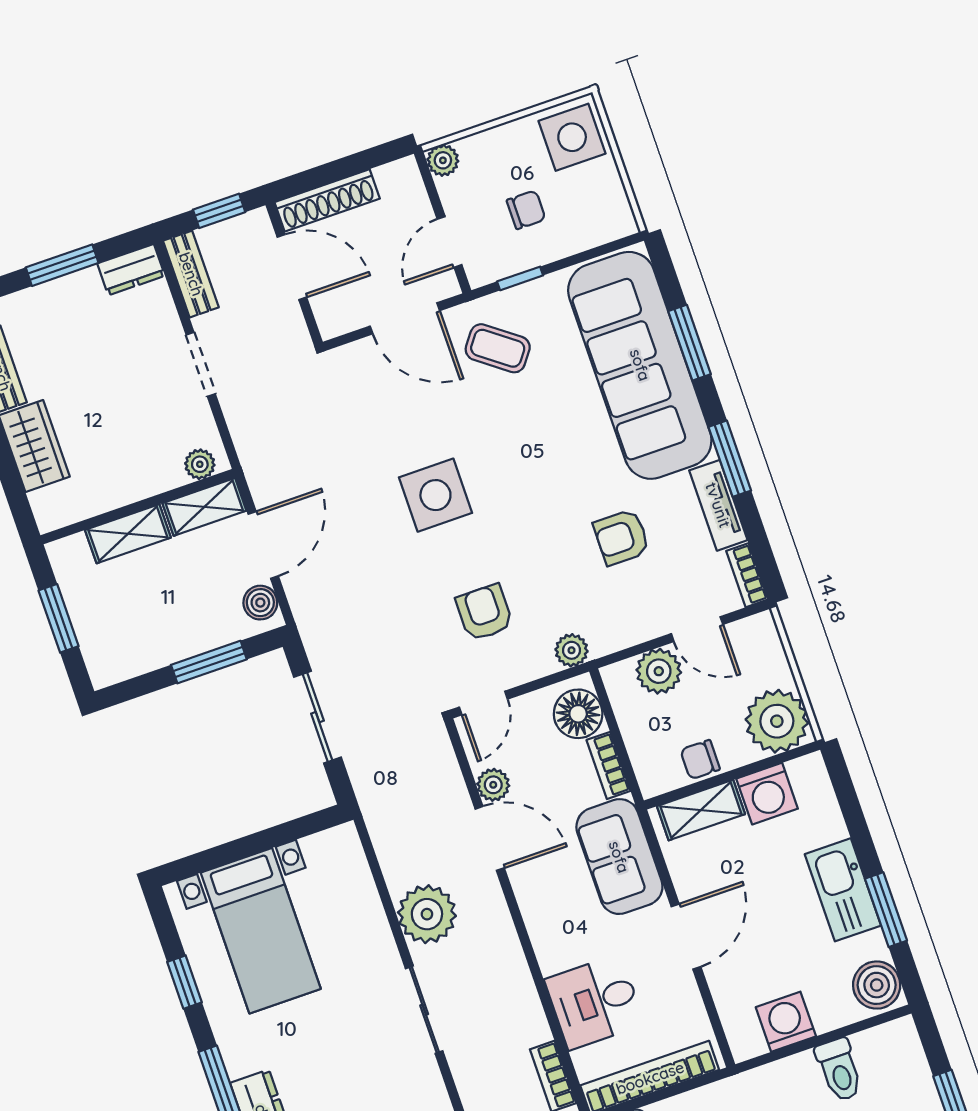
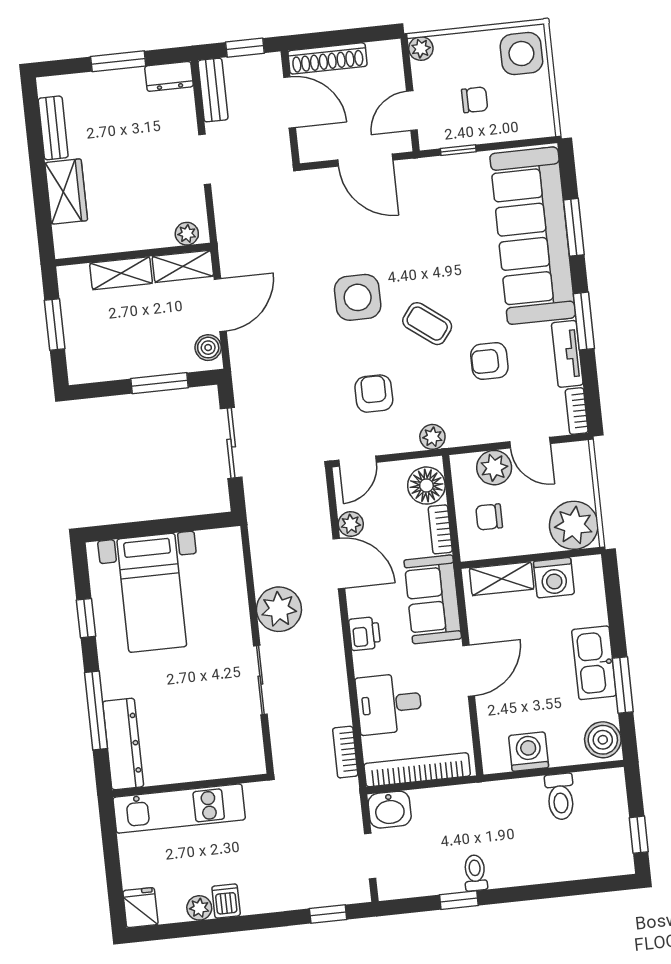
coffee table: (498, 348) -> (427, 324), moved
chair: (700, 760) -> (489, 517), moved
printer: (543, 920) -> (365, 634), added

